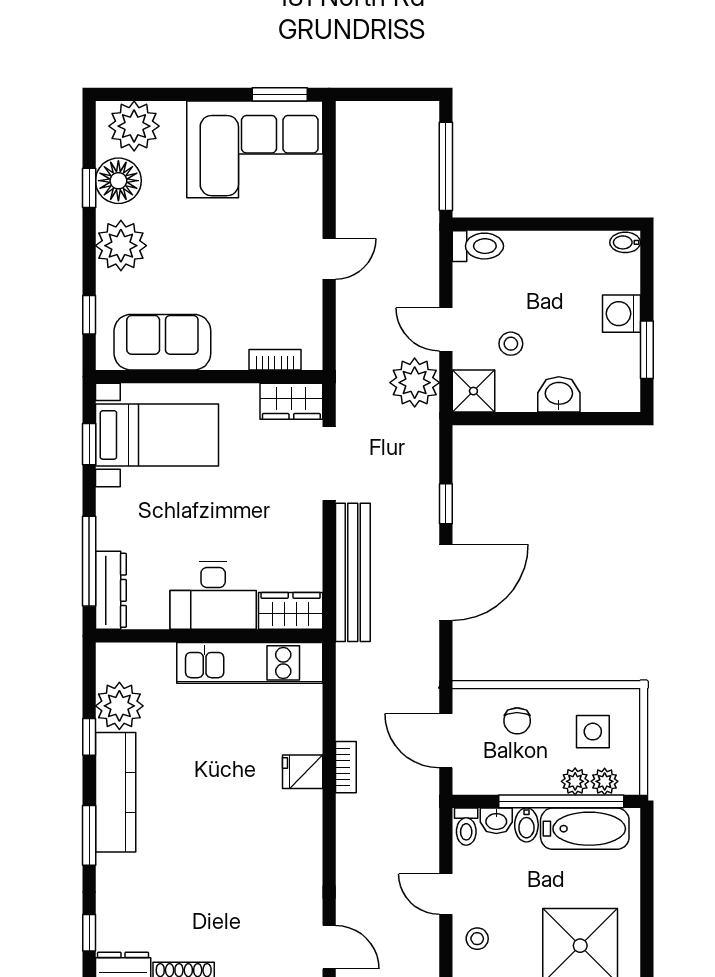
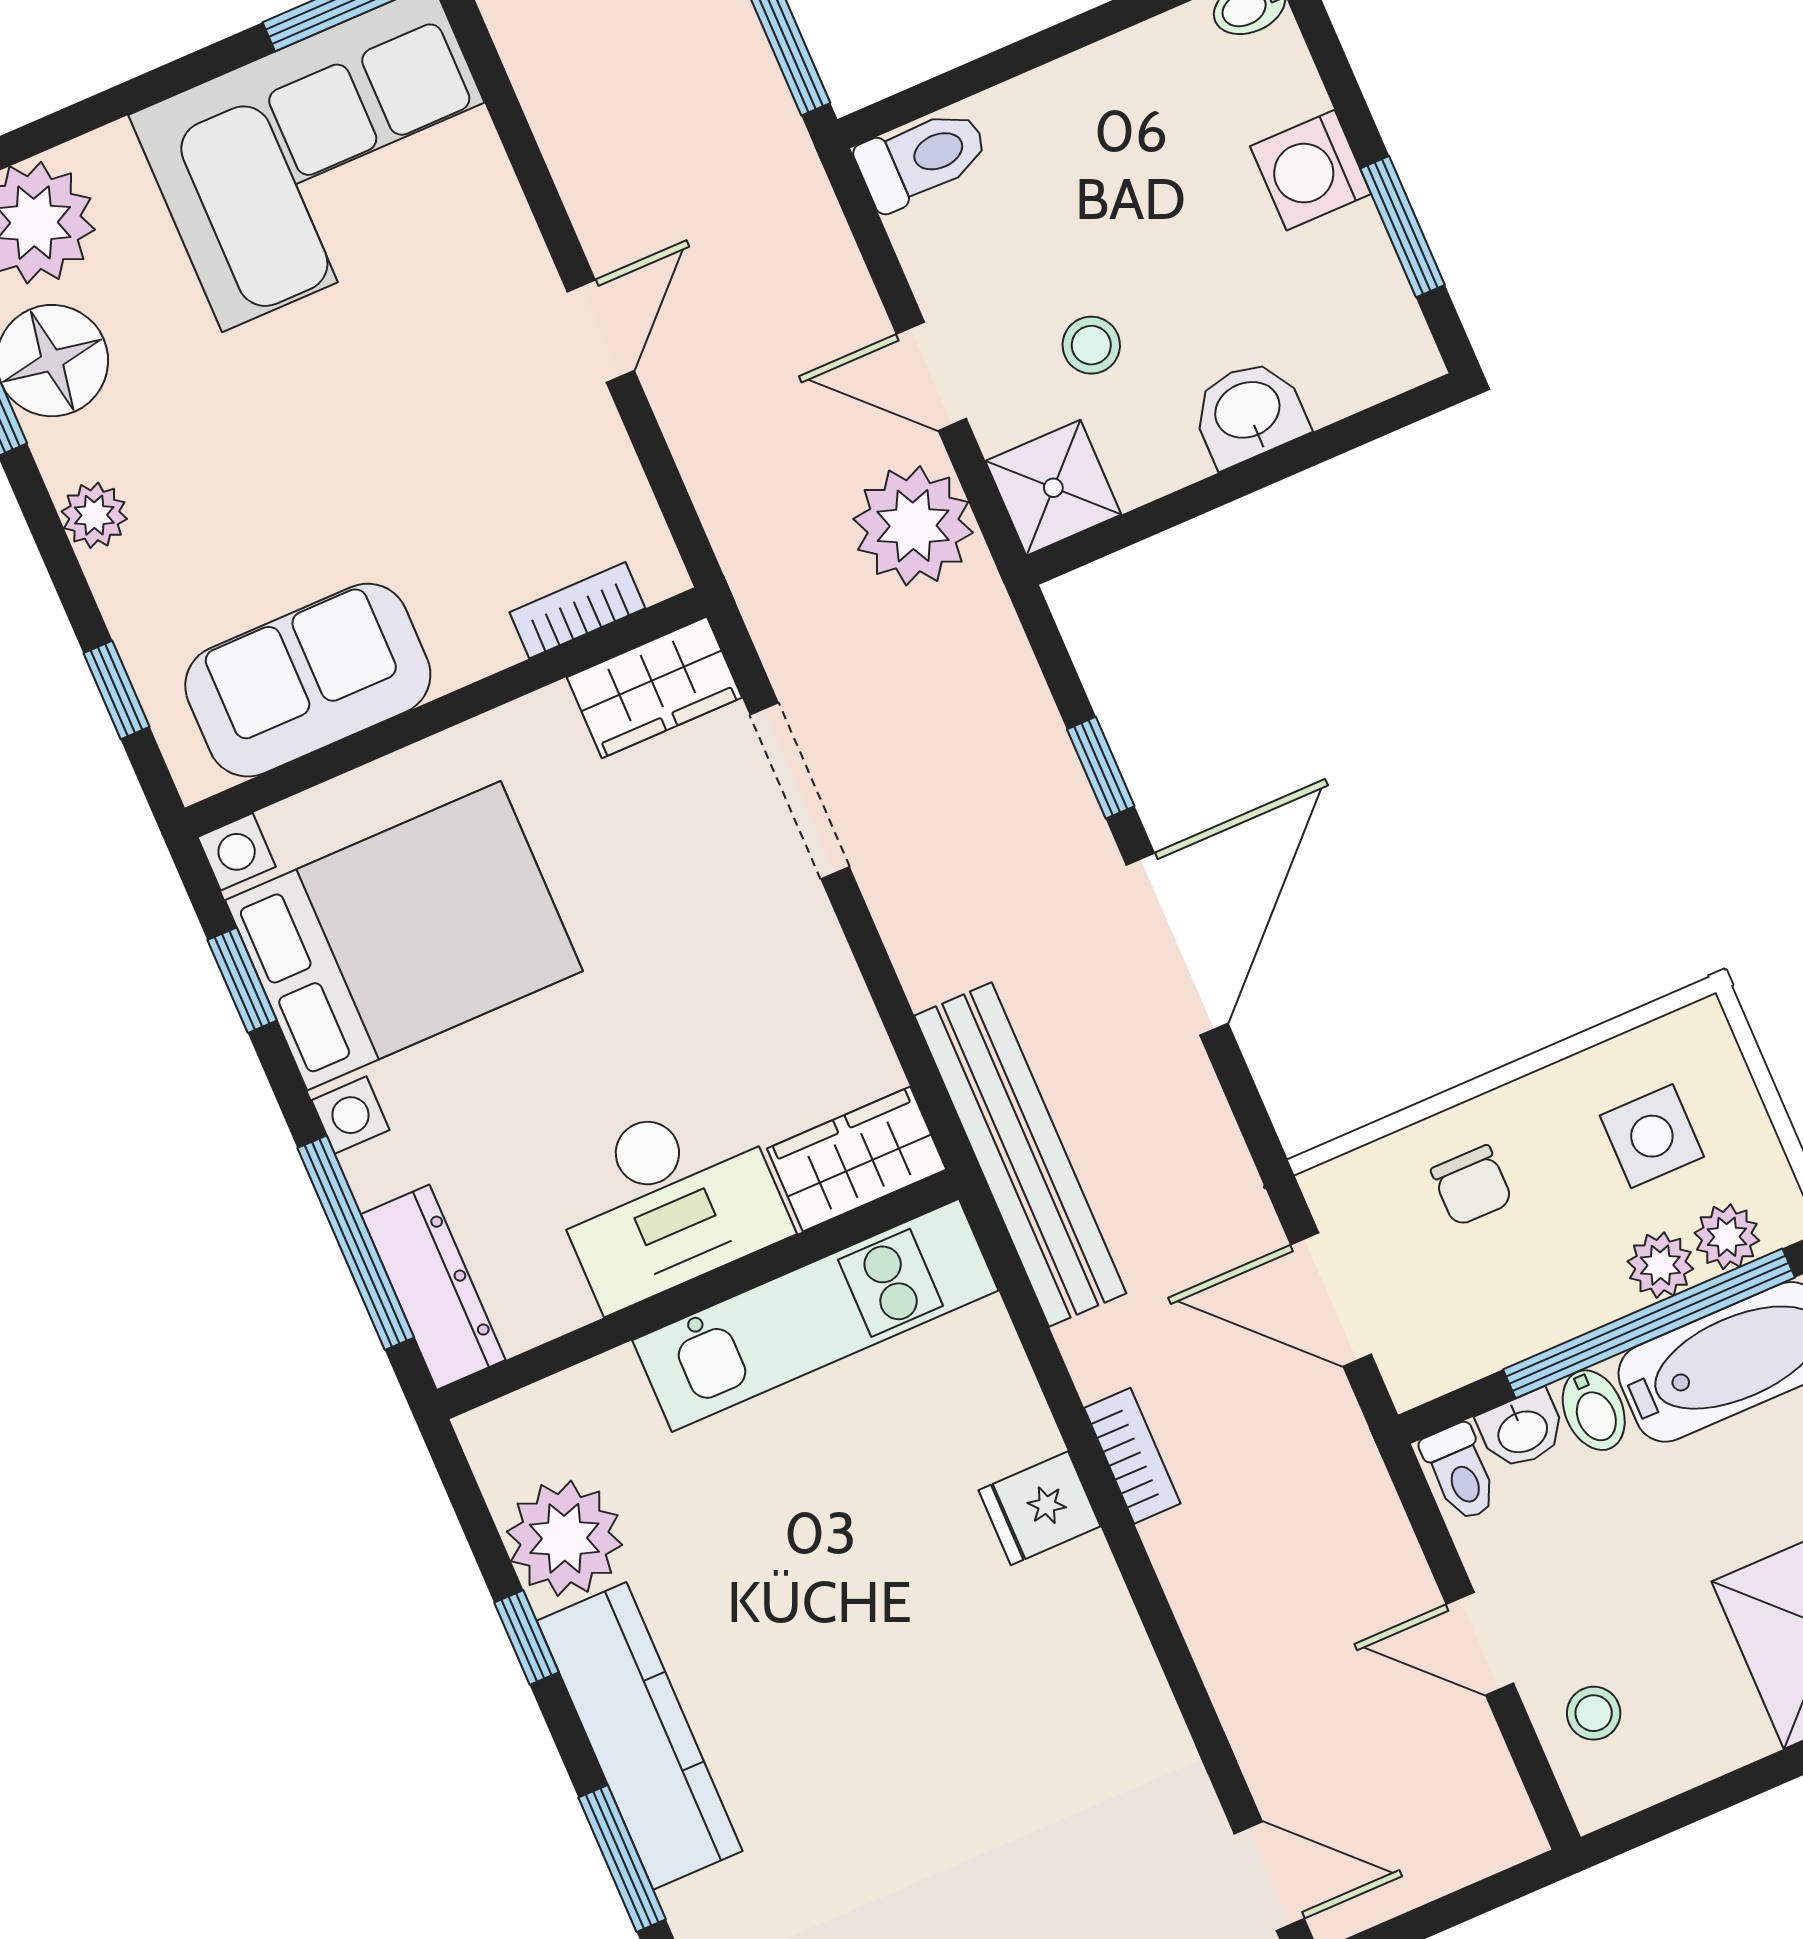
plant: (121, 246) -> (94, 515), width x0.53, depth x0.53
bed with nightstands: (157, 435) -> (404, 936), width x1.36
bench: (353, 572) -> (1020, 1154), moved

